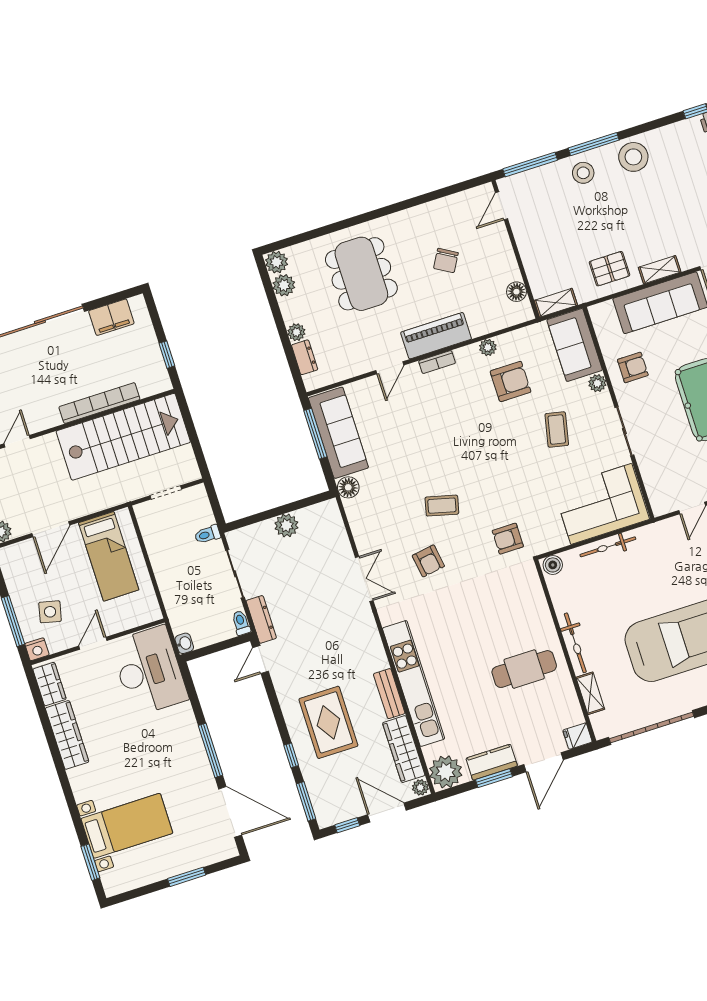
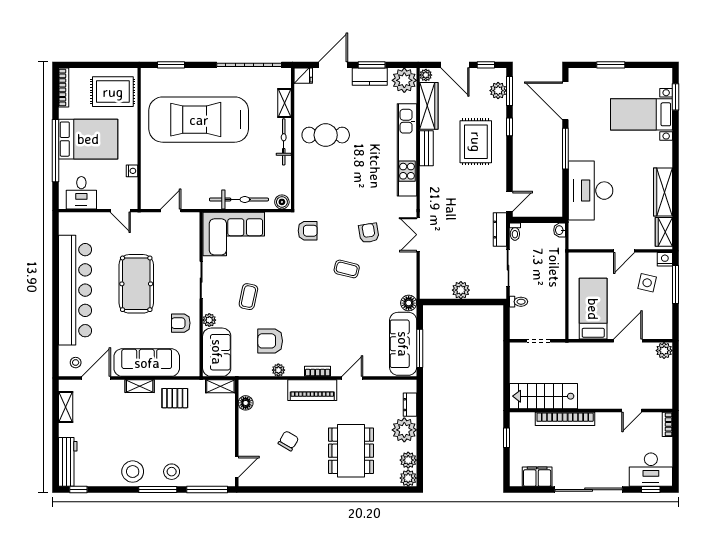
plant: (296, 332) -> (404, 430), width x1.87, depth x1.87
stairs: (123, 437) -> (543, 396), width x0.73, depth x0.66
bicycle: (608, 547) -> (239, 199), width x1.37, depth x1.40
desk: (149, 671) -> (591, 191), moved
plant: (321, 797) -> (498, 91), added

